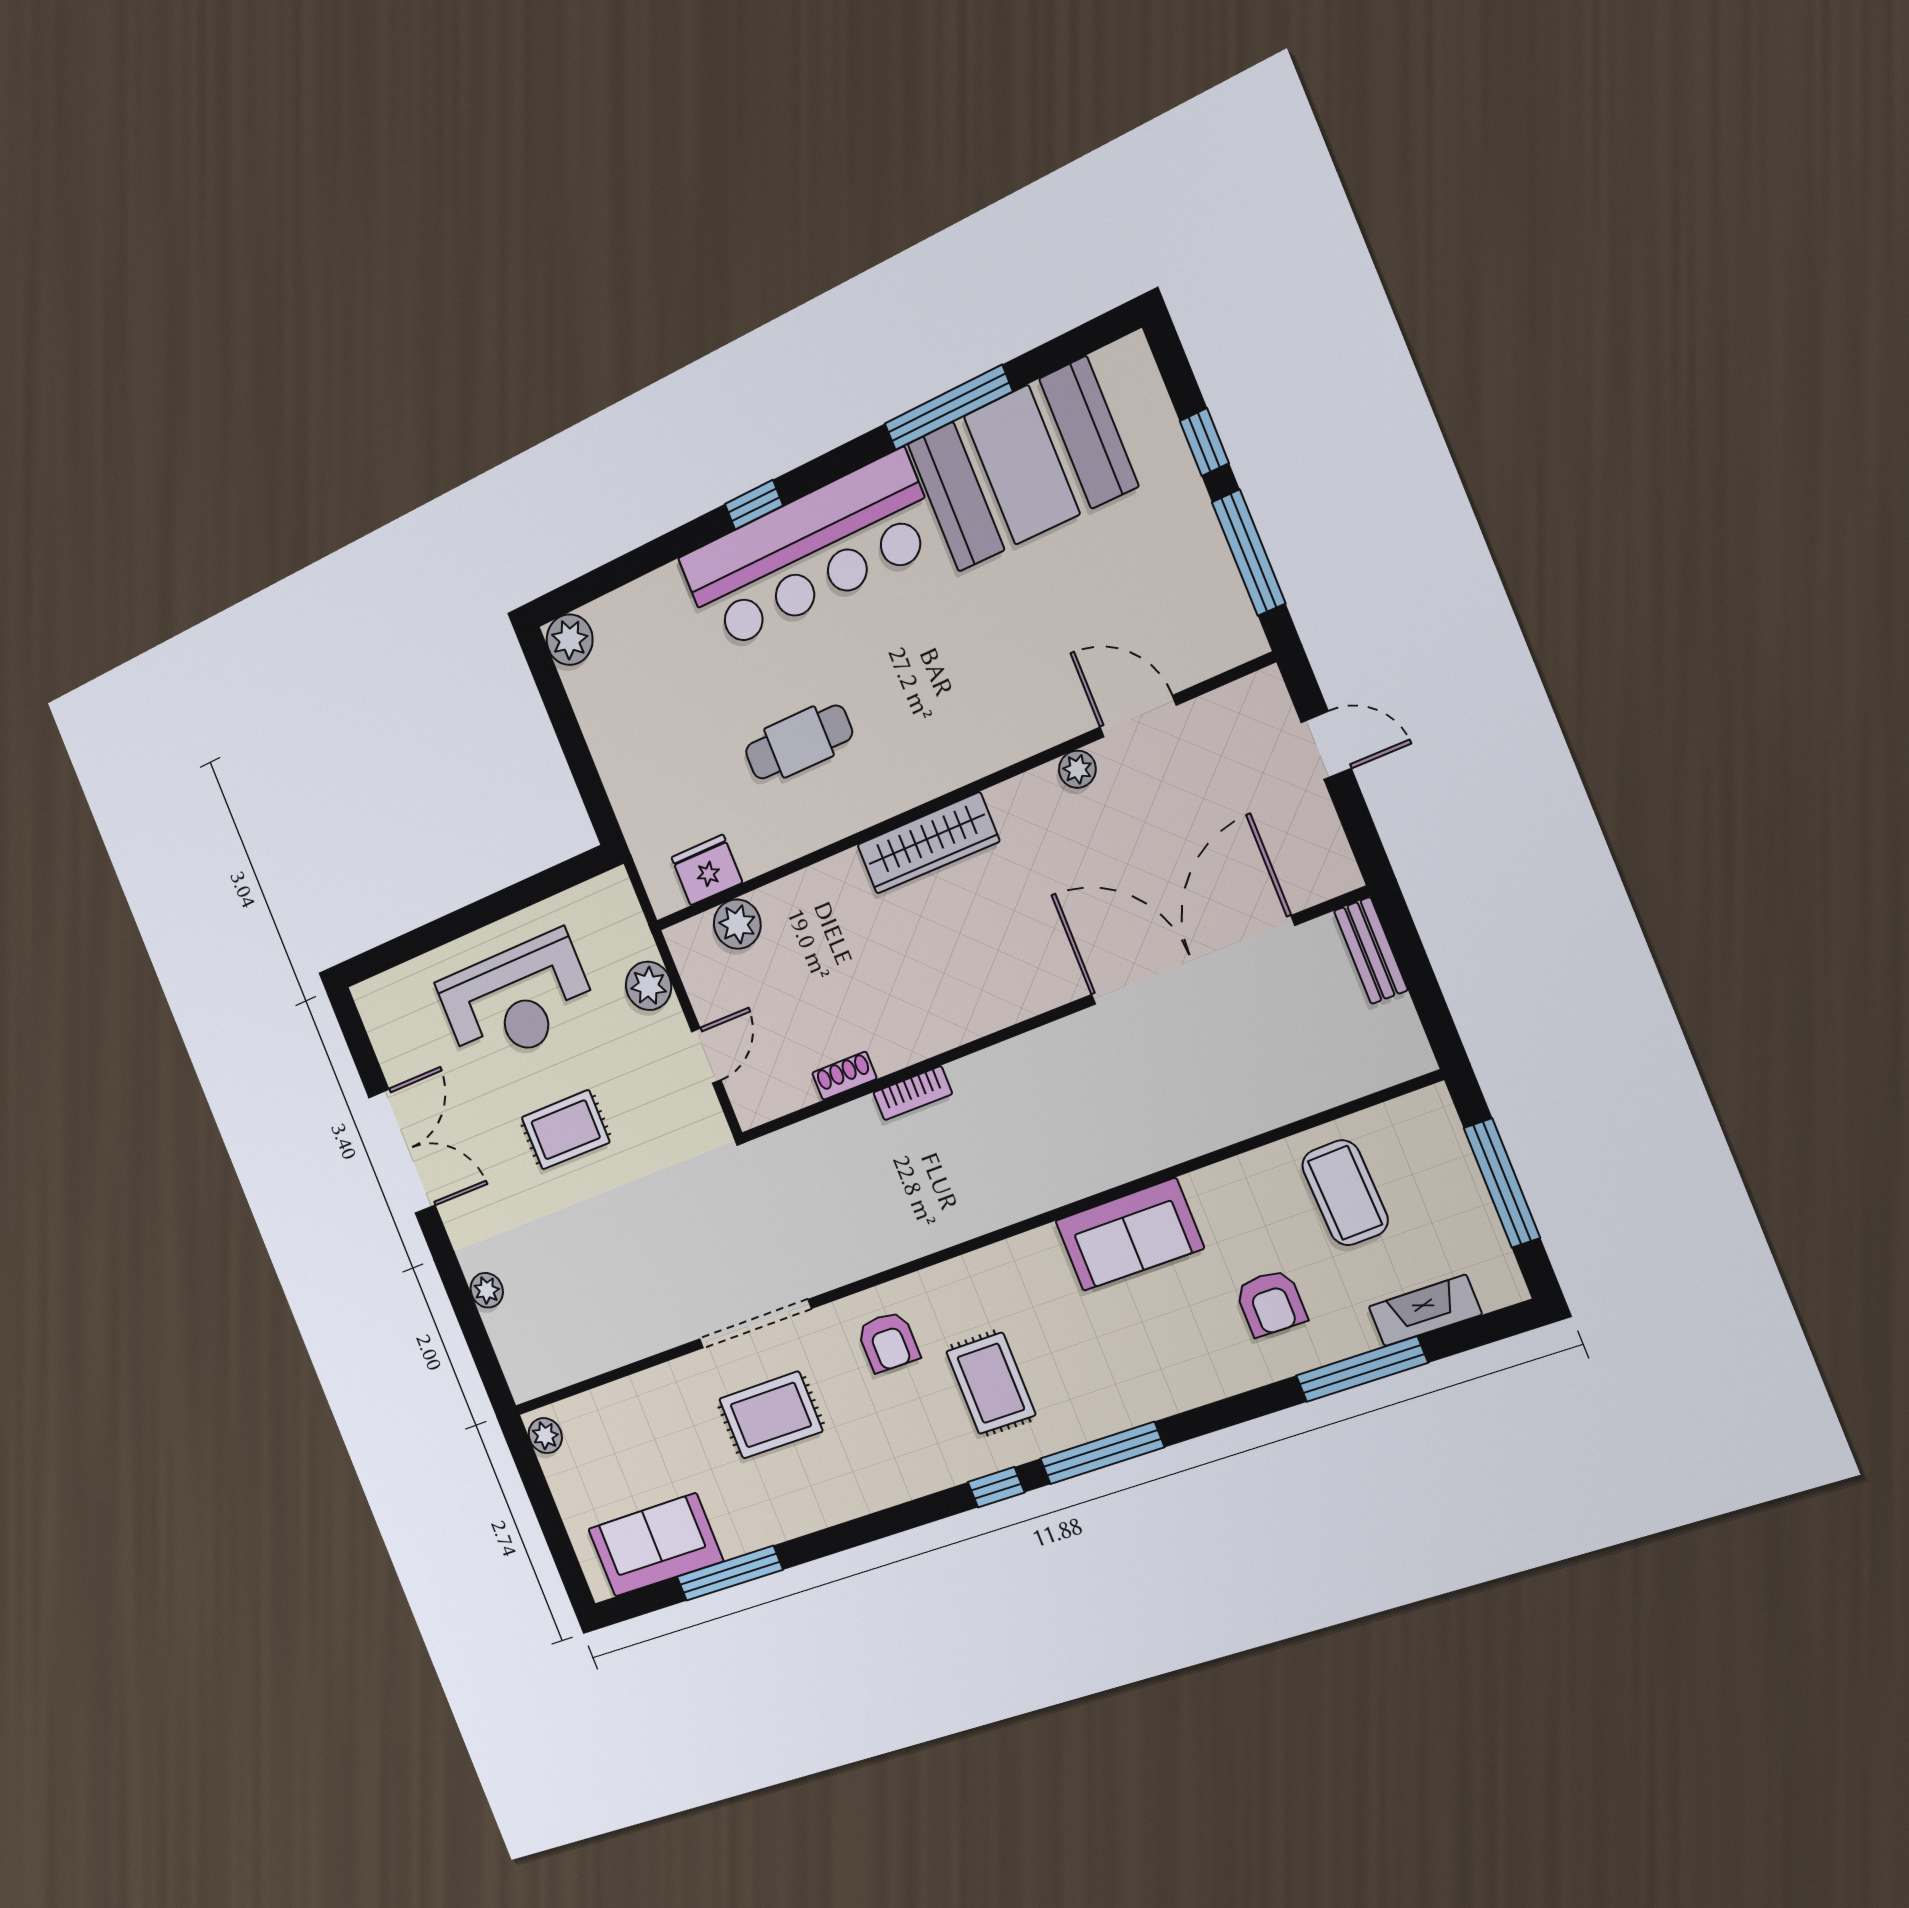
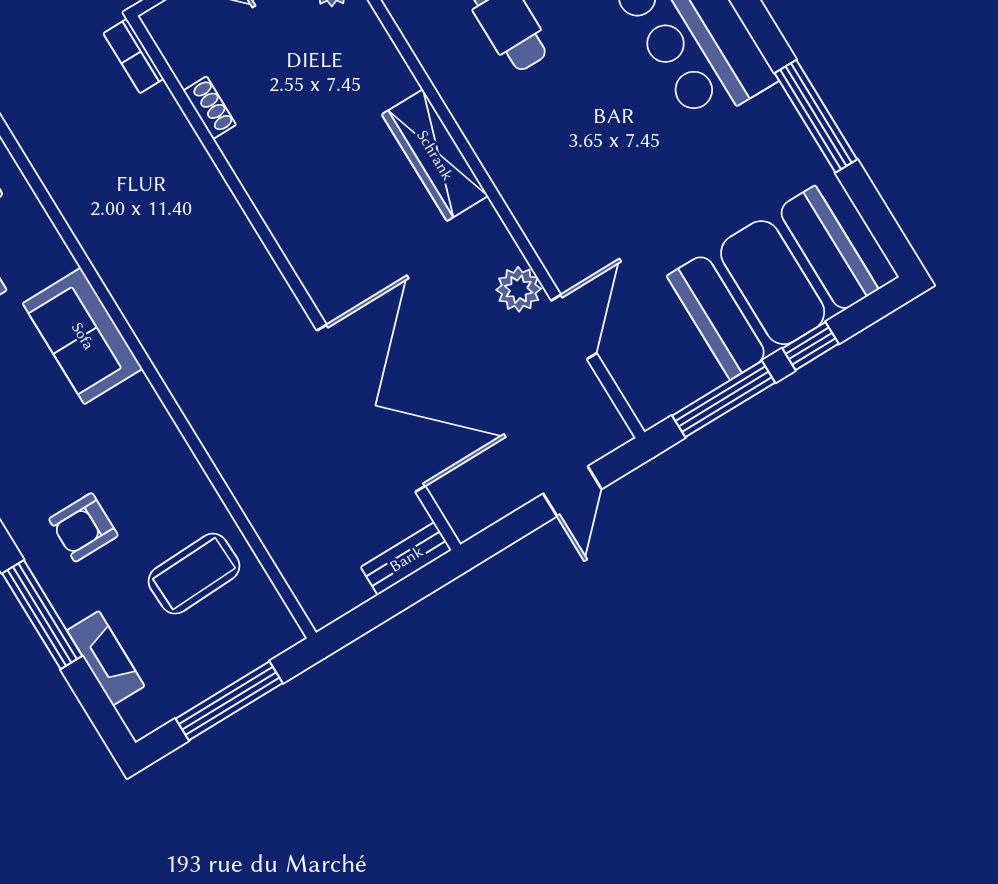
booth: (1022, 465) -> (773, 283), moved, turned 90
plant: (1077, 769) -> (519, 289), width x1.38, depth x1.38
bookcase: (913, 1093) -> (133, 56), moved
sofa: (1129, 1235) -> (83, 336), moved

